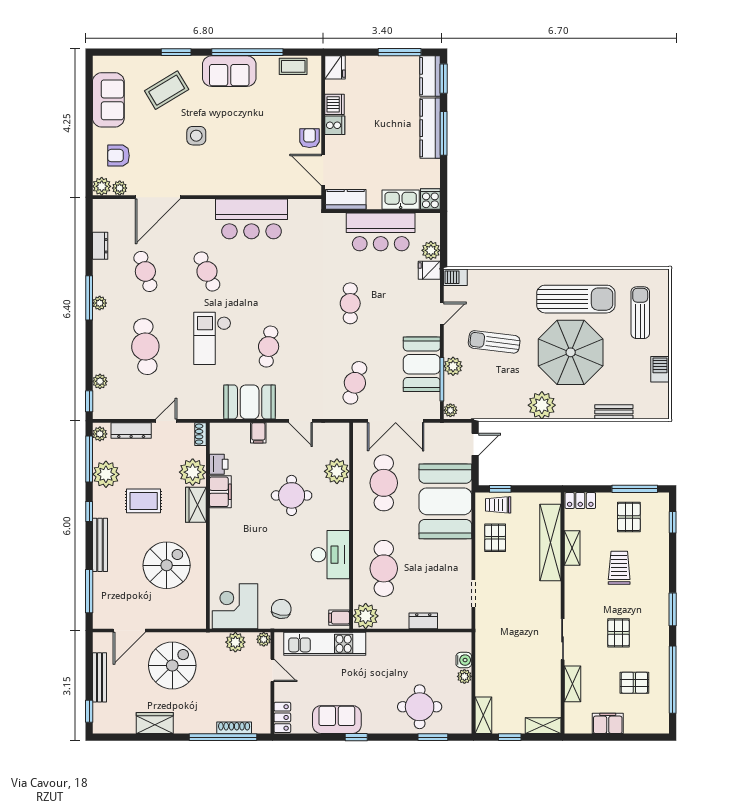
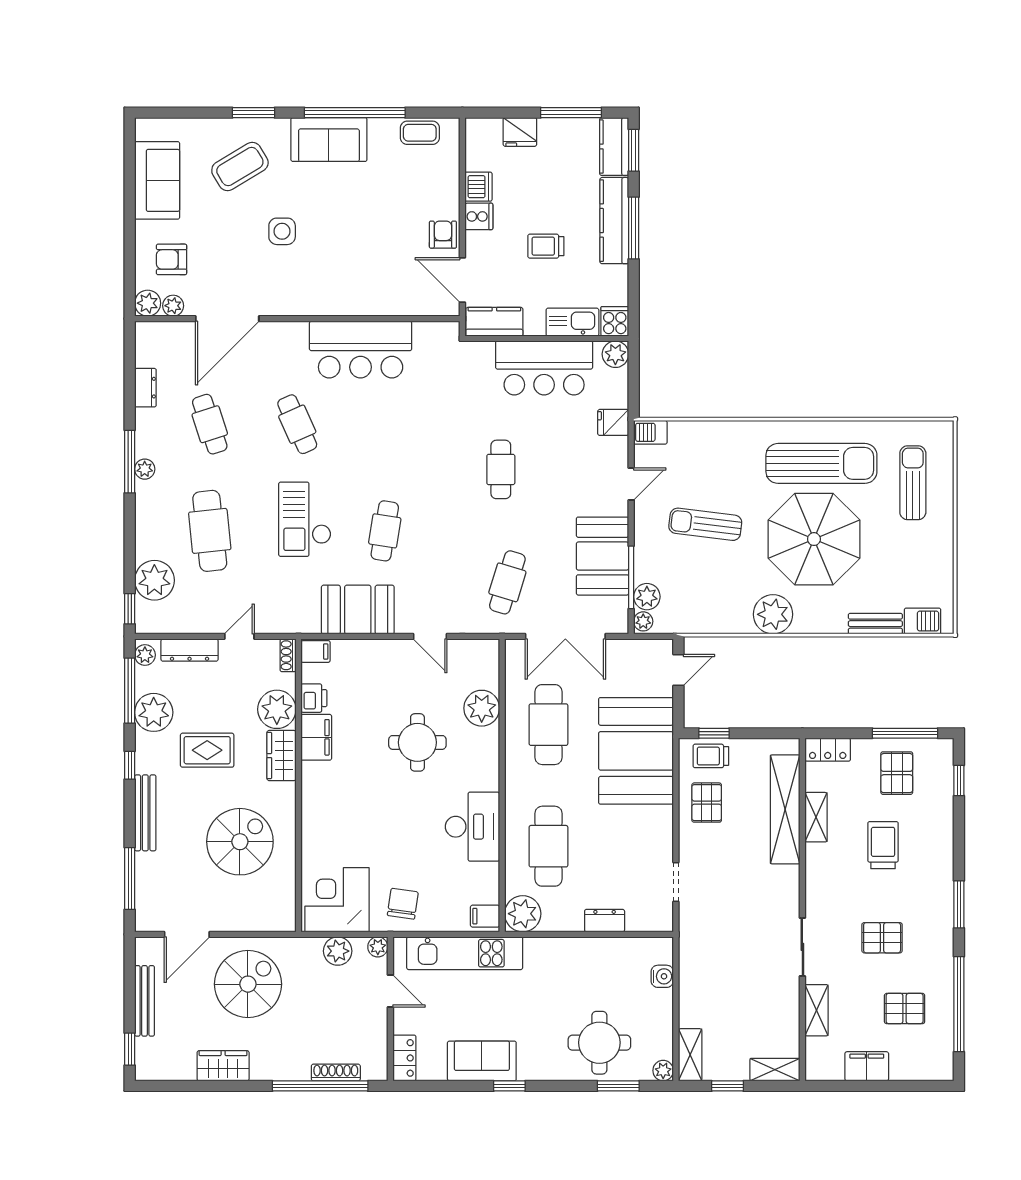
fridge: (335, 67) -> (520, 132), moved, turned 90
trolley: (382, 146) -> (546, 246), added
plant: (431, 250) -> (615, 354), moved
plant: (453, 366) -> (647, 597), moved
barbecue: (660, 369) -> (923, 621), moved, turned 90
plant: (100, 381) -> (154, 580), width x1.88, depth x1.88
filing cabinet: (258, 433) -> (316, 651), moved, turned -90
pallet: (619, 633) -> (882, 938), turned 90
plant: (464, 676) -> (663, 1071), moved

